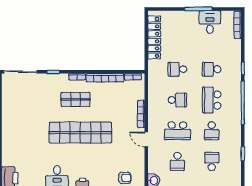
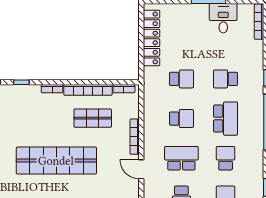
school desk: (177, 69) -> (181, 79), turned 180
shop shelf: (76, 99) -> (93, 118), moved
school desk: (212, 100) -> (226, 119), turned 180
school desk: (177, 131) -> (181, 158), turned 180
school desk: (212, 131) -> (226, 158), turned 180

